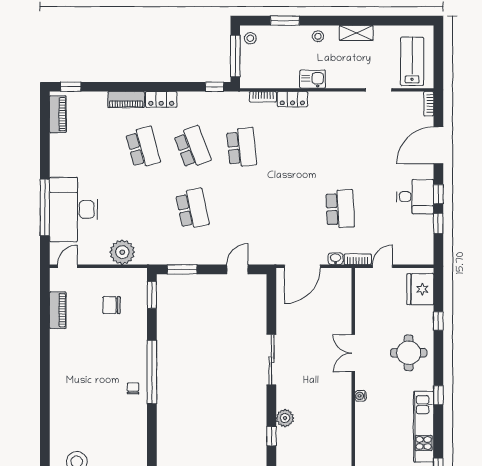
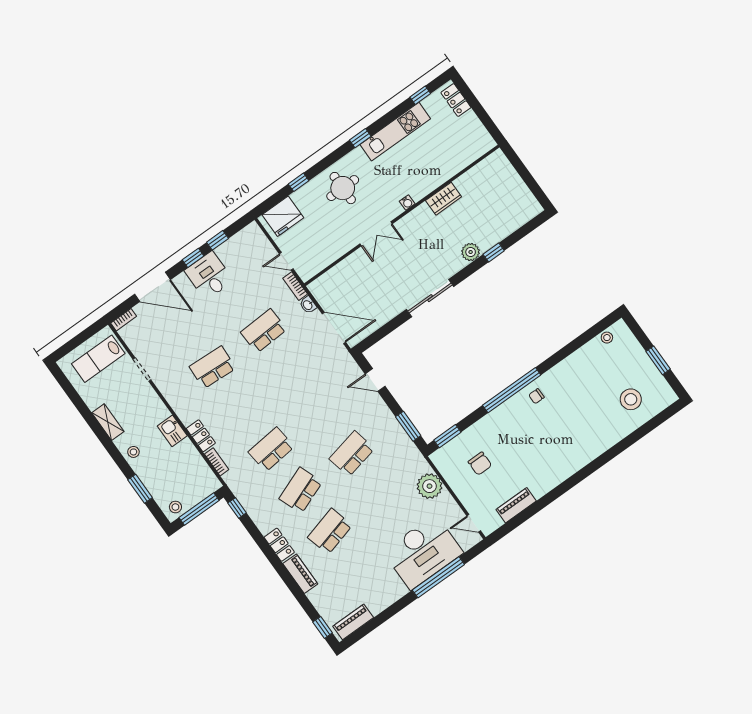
school desk: (340, 147) -> (213, 367), added
wardrobe: (343, 427) -> (444, 199), added

